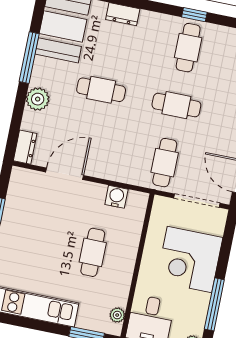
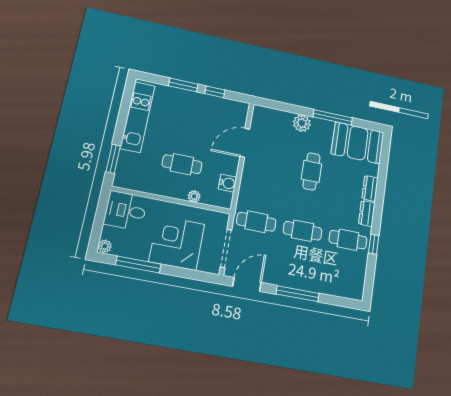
cafe table: (176, 105) -> (303, 231), turned 90
dresser: (25, 147) -> (367, 213), moved, turned 90
door: (65, 174) -> (245, 143), swing flipped
plant: (117, 315) -> (194, 196), moved

